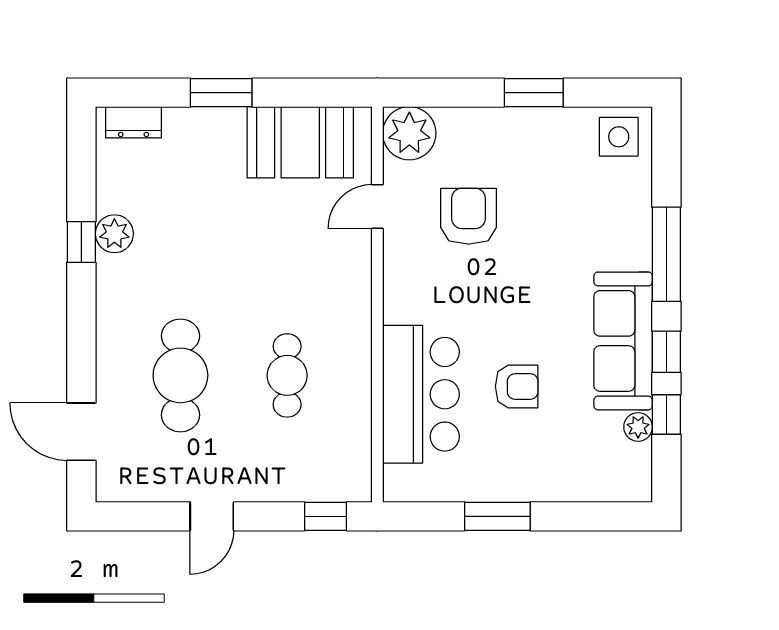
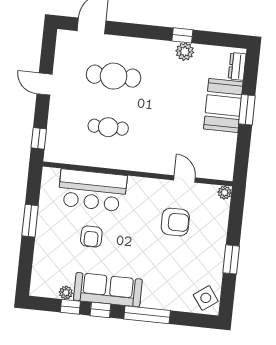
plant: (409, 133) -> (225, 193), width x0.53, depth x0.53
side table: (619, 137) -> (206, 298), turned -36
booth: (300, 142) -> (223, 105), moved

